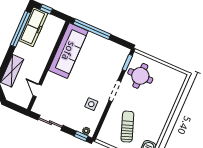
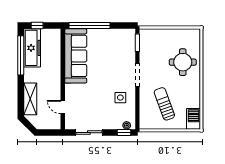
round table: (140, 76) -> (183, 62), moved

